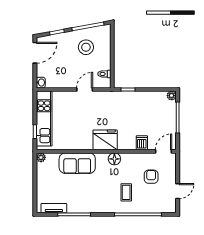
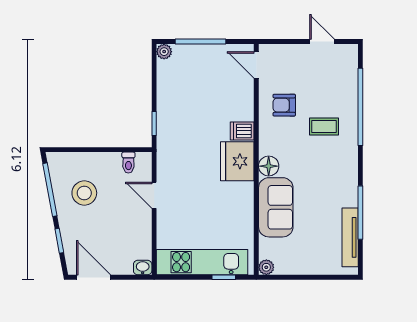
dishwasher: (142, 143) -> (242, 131), moved
floor lamp: (114, 159) -> (269, 166), moved
armchair: (151, 177) -> (284, 105), moved
tv unit: (54, 208) -> (350, 237), width x1.41

